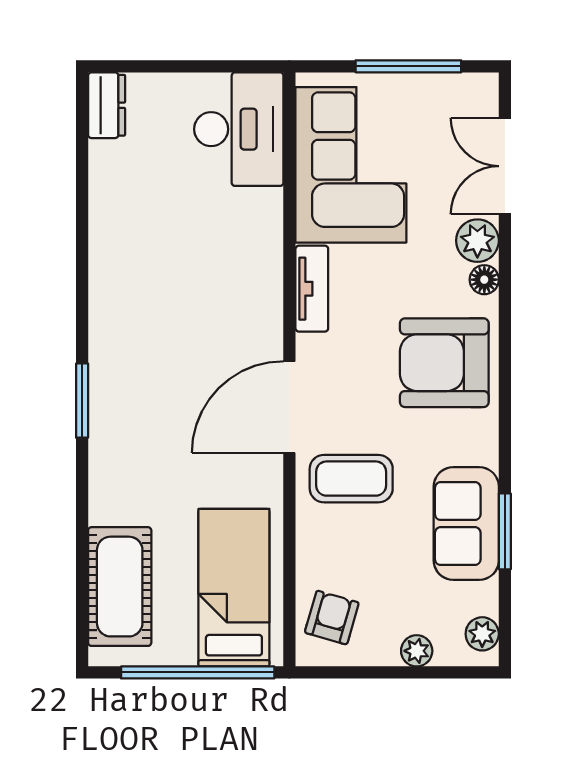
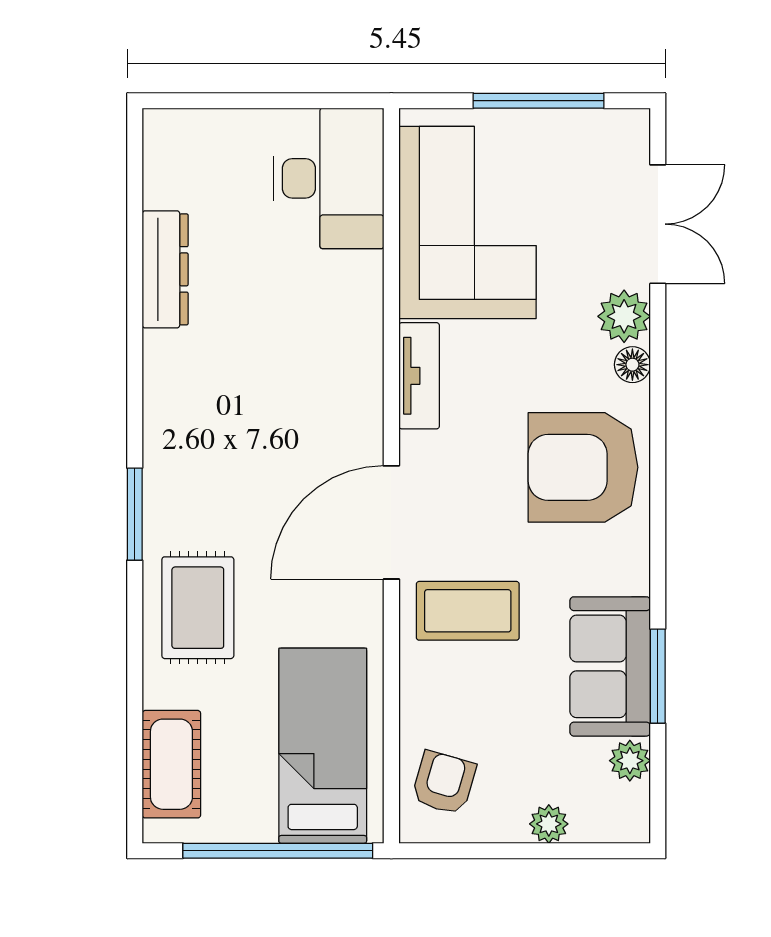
dresser: (107, 105) -> (165, 269), moved, width x1.44
double door: (505, 166) -> (658, 224), swing flipped
rug: (133, 476) -> (198, 608), added
cot: (120, 587) -> (171, 764), width x0.73, depth x0.75
plant: (482, 634) -> (630, 761), moved

